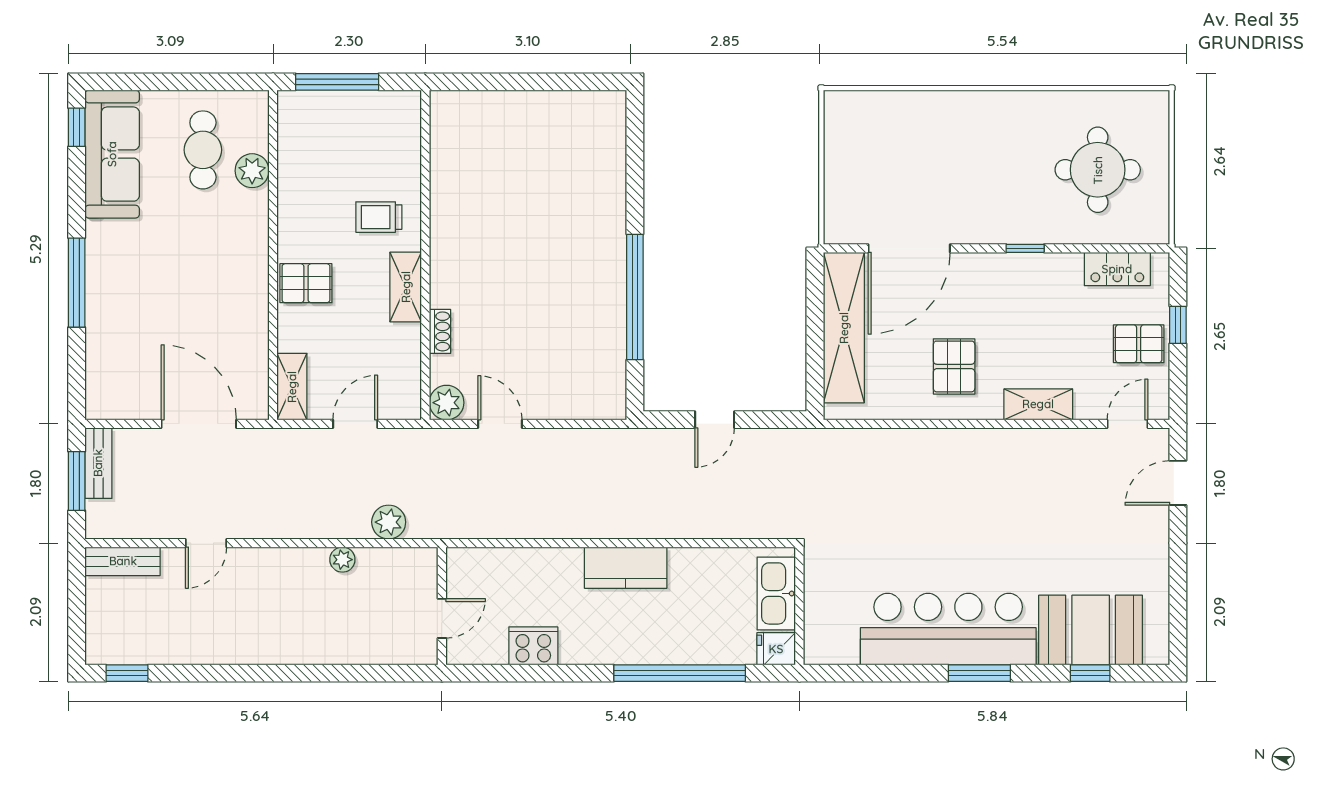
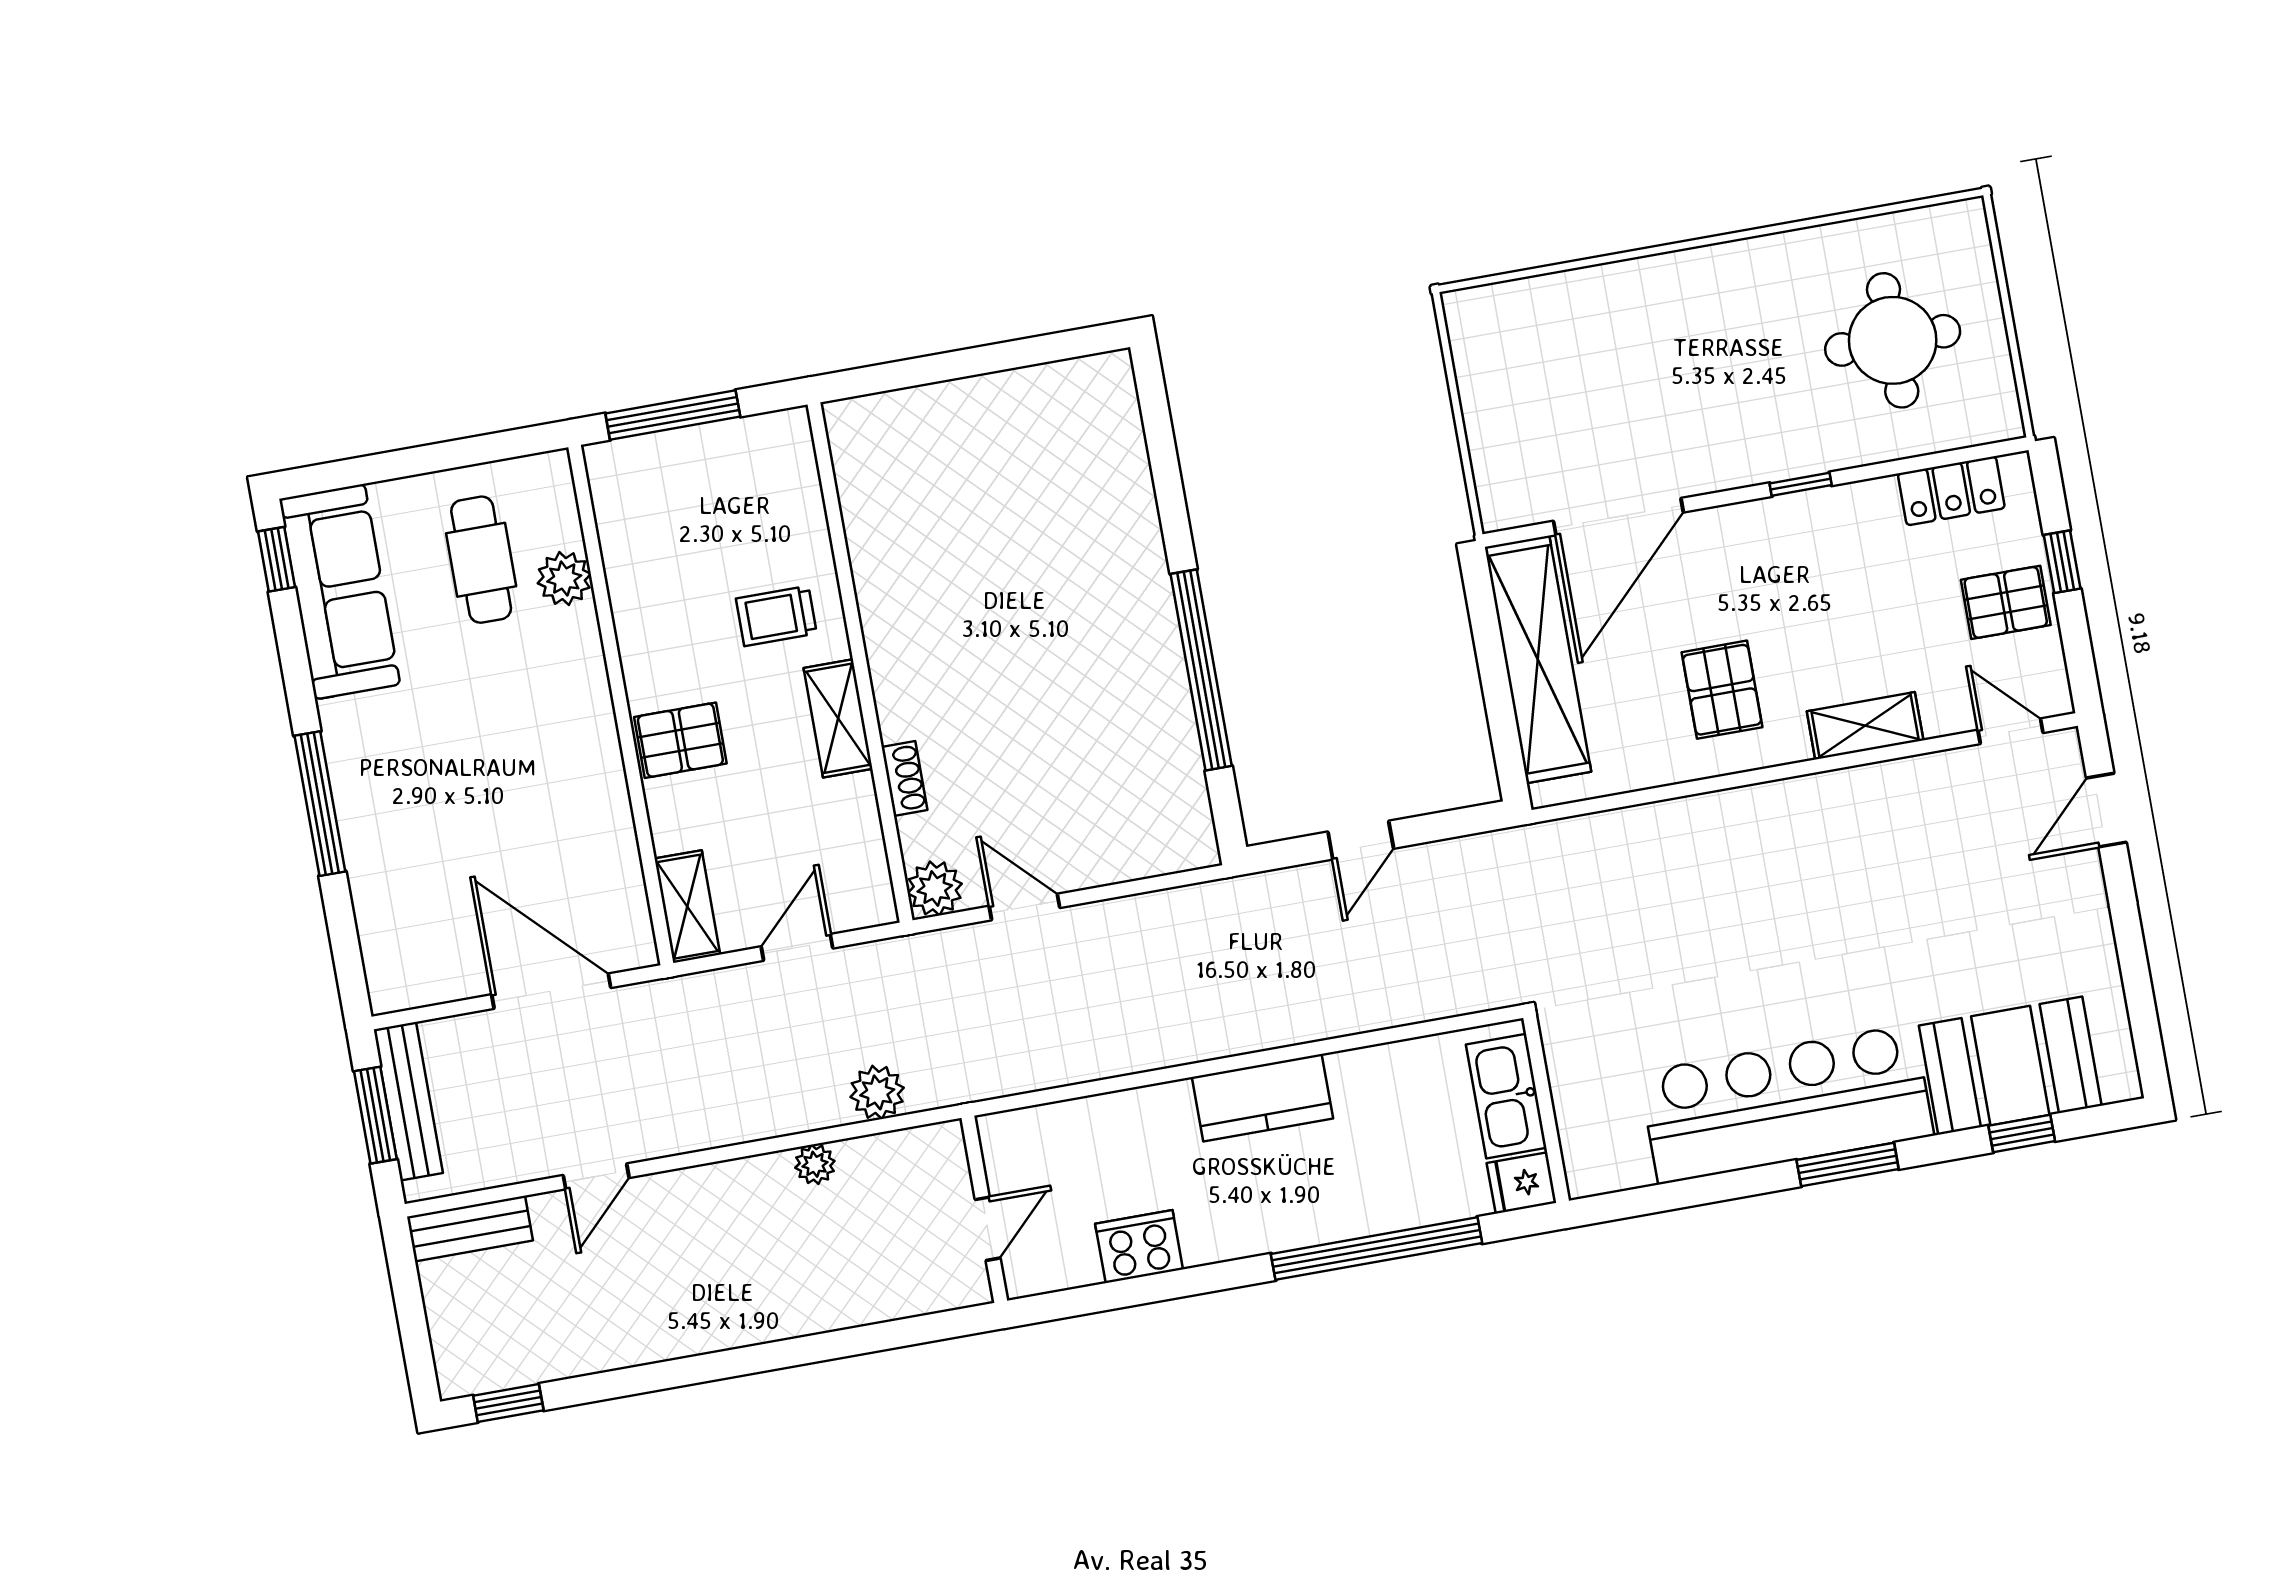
door: (1127, 424) -> (2011, 731), hinge flipped
bench: (98, 463) -> (408, 1101), width x1.36

